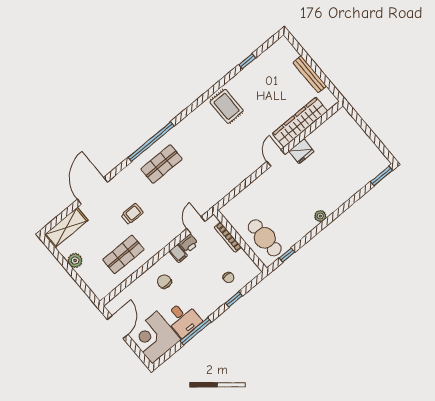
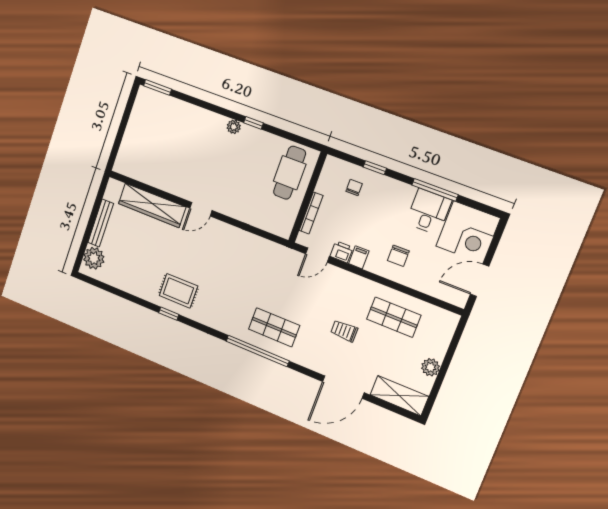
plant: (287, 53) -> (94, 258), added
window: (247, 61) -> (169, 314), moved
rug: (227, 106) -> (178, 291), turned 90
fridge: (301, 151) -> (180, 187), removed
window: (287, 255) -> (254, 123), moved

